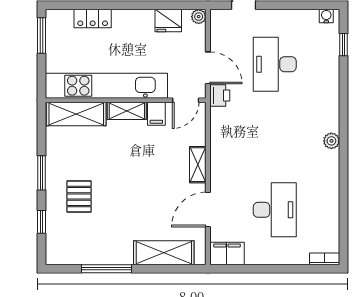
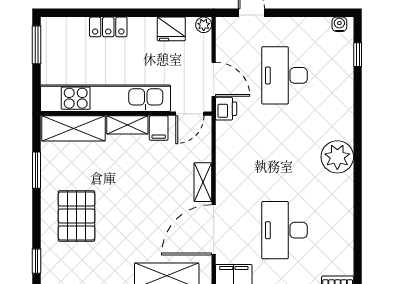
locker: (93, 19) -> (108, 27), moved
plant: (331, 141) -> (337, 157), width x1.88, depth x1.88
window: (41, 173) -> (37, 170), moved
pallet: (79, 196) -> (77, 216), width x1.50, depth x1.42
door: (208, 209) -> (214, 230), width x1.36
desk: (275, 210) -> (285, 230), turned 180
window: (41, 222) -> (37, 261), moved

